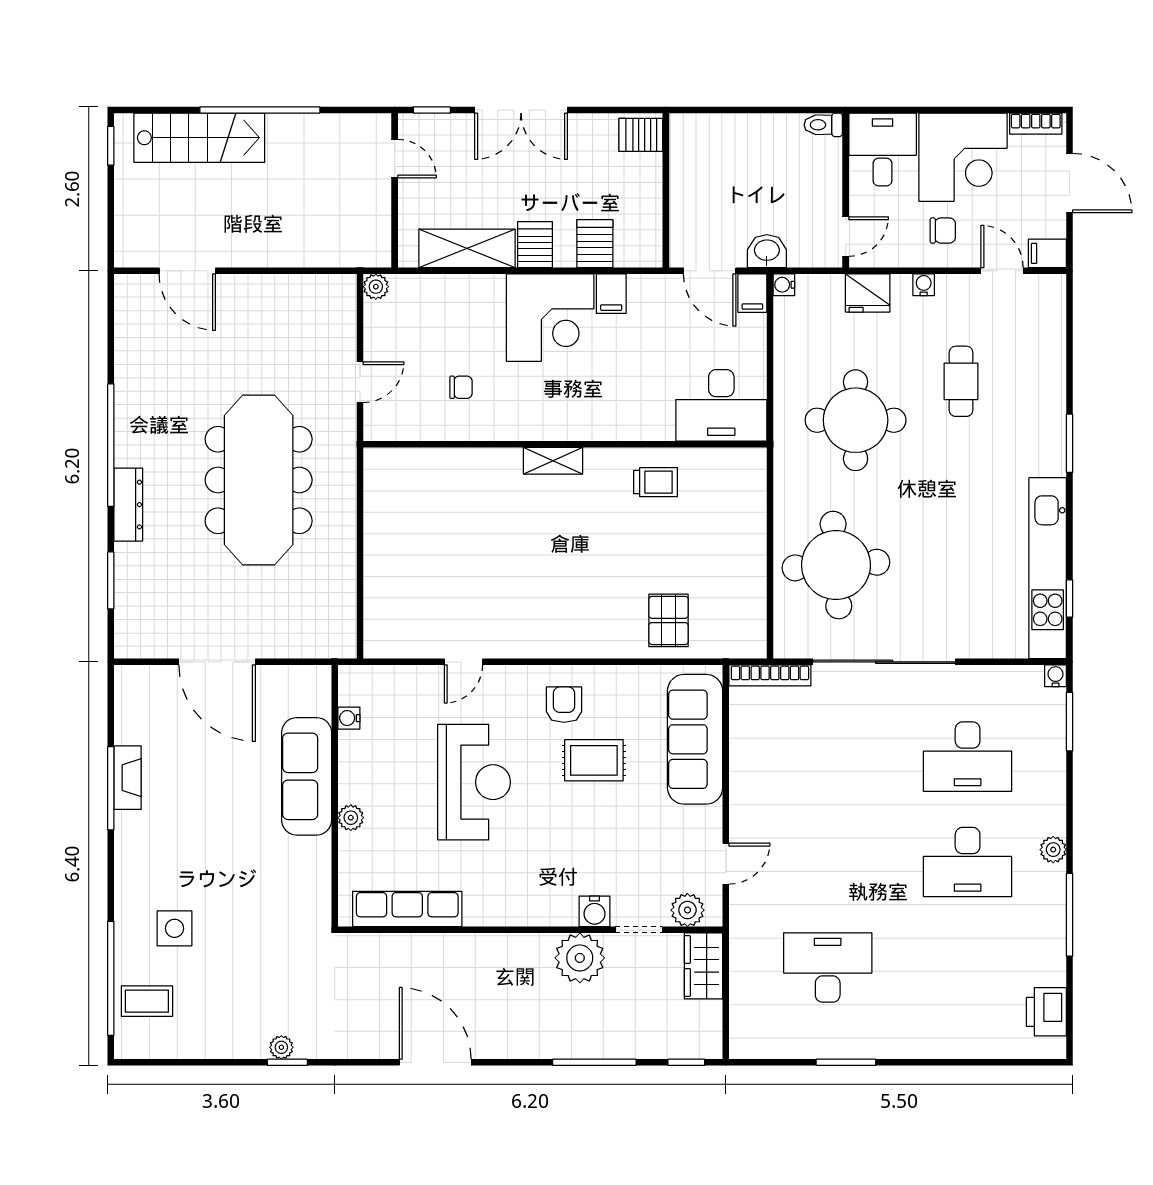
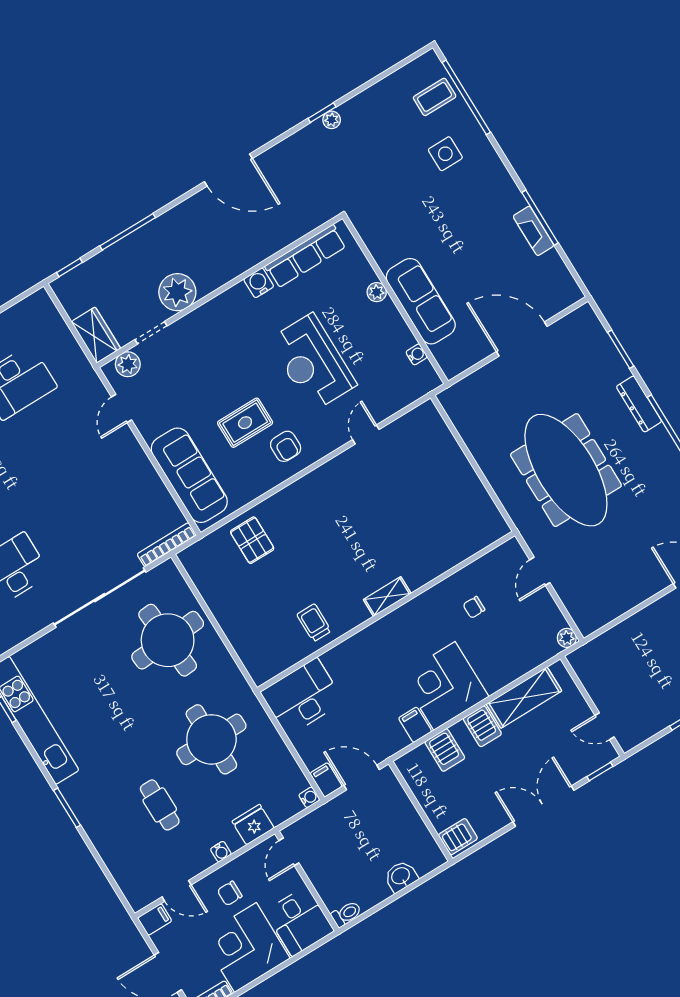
washbasin: (767, 251) -> (401, 876), moved, turned 180
trolley: (656, 482) -> (314, 623), turned 90
water cooler: (594, 911) -> (259, 283), moved

